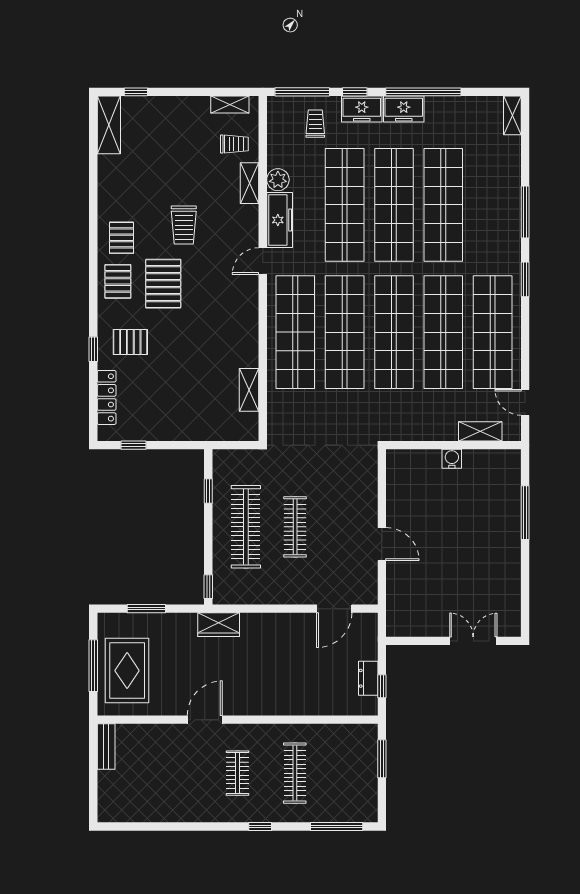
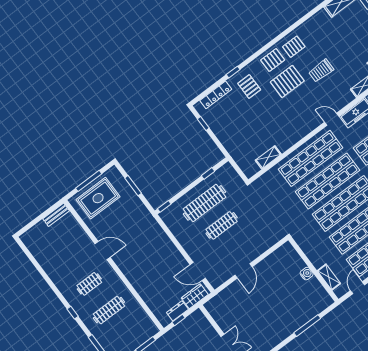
wardrobe: (219, 625) -> (195, 296), moved, turned 90

